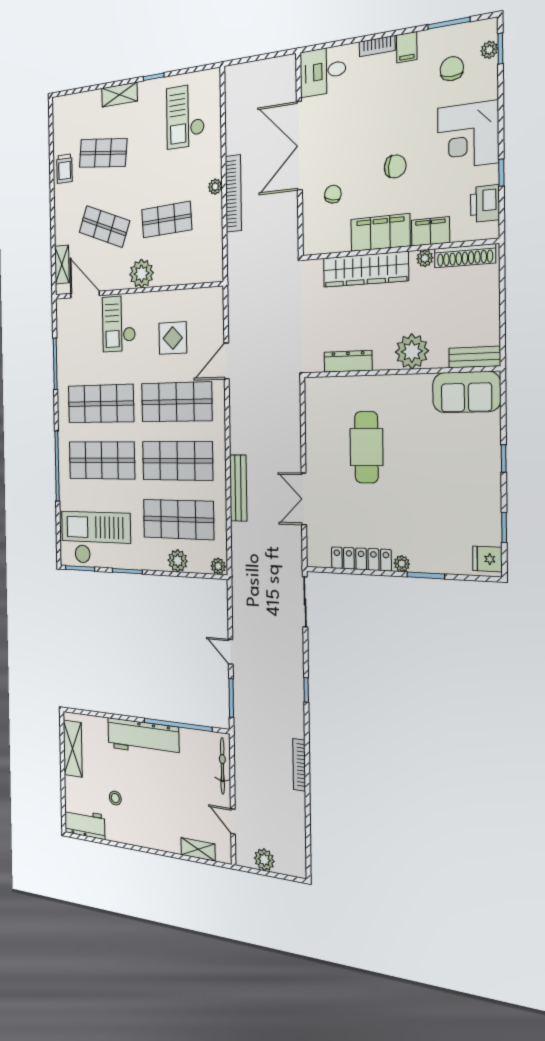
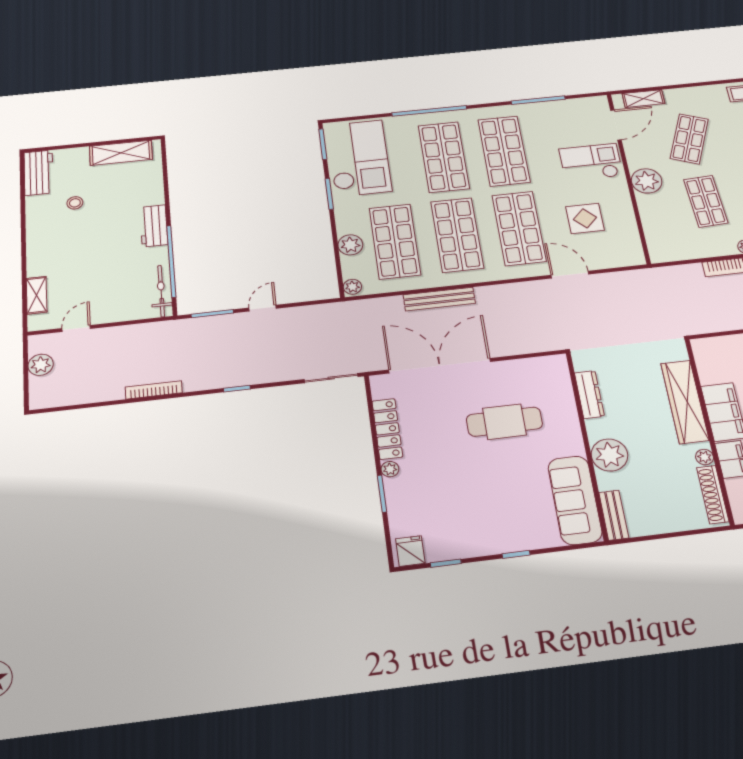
sofa: (466, 392) -> (575, 500), width x1.36
double door: (304, 499) -> (440, 366), width x1.87
workbench: (143, 737) -> (154, 226), width x0.53, depth x0.76
bicycle: (222, 766) -> (161, 291), moved, turned -90

